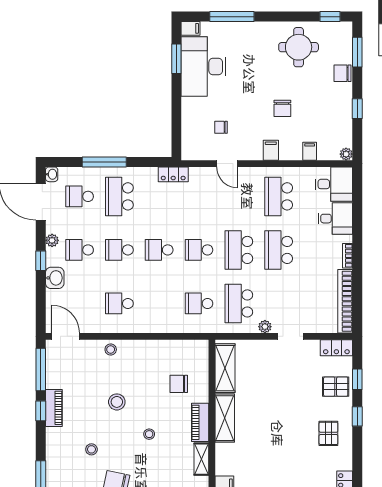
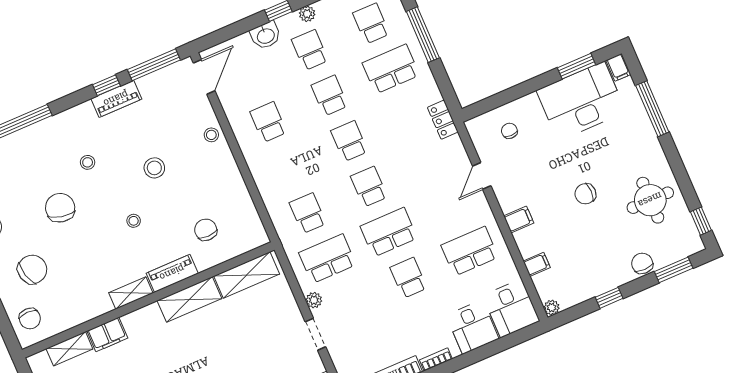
chair: (282, 108) -> (585, 194), moved
chair: (221, 127) -> (509, 131), moved
school desk: (279, 250) -> (408, 278), width x0.54

